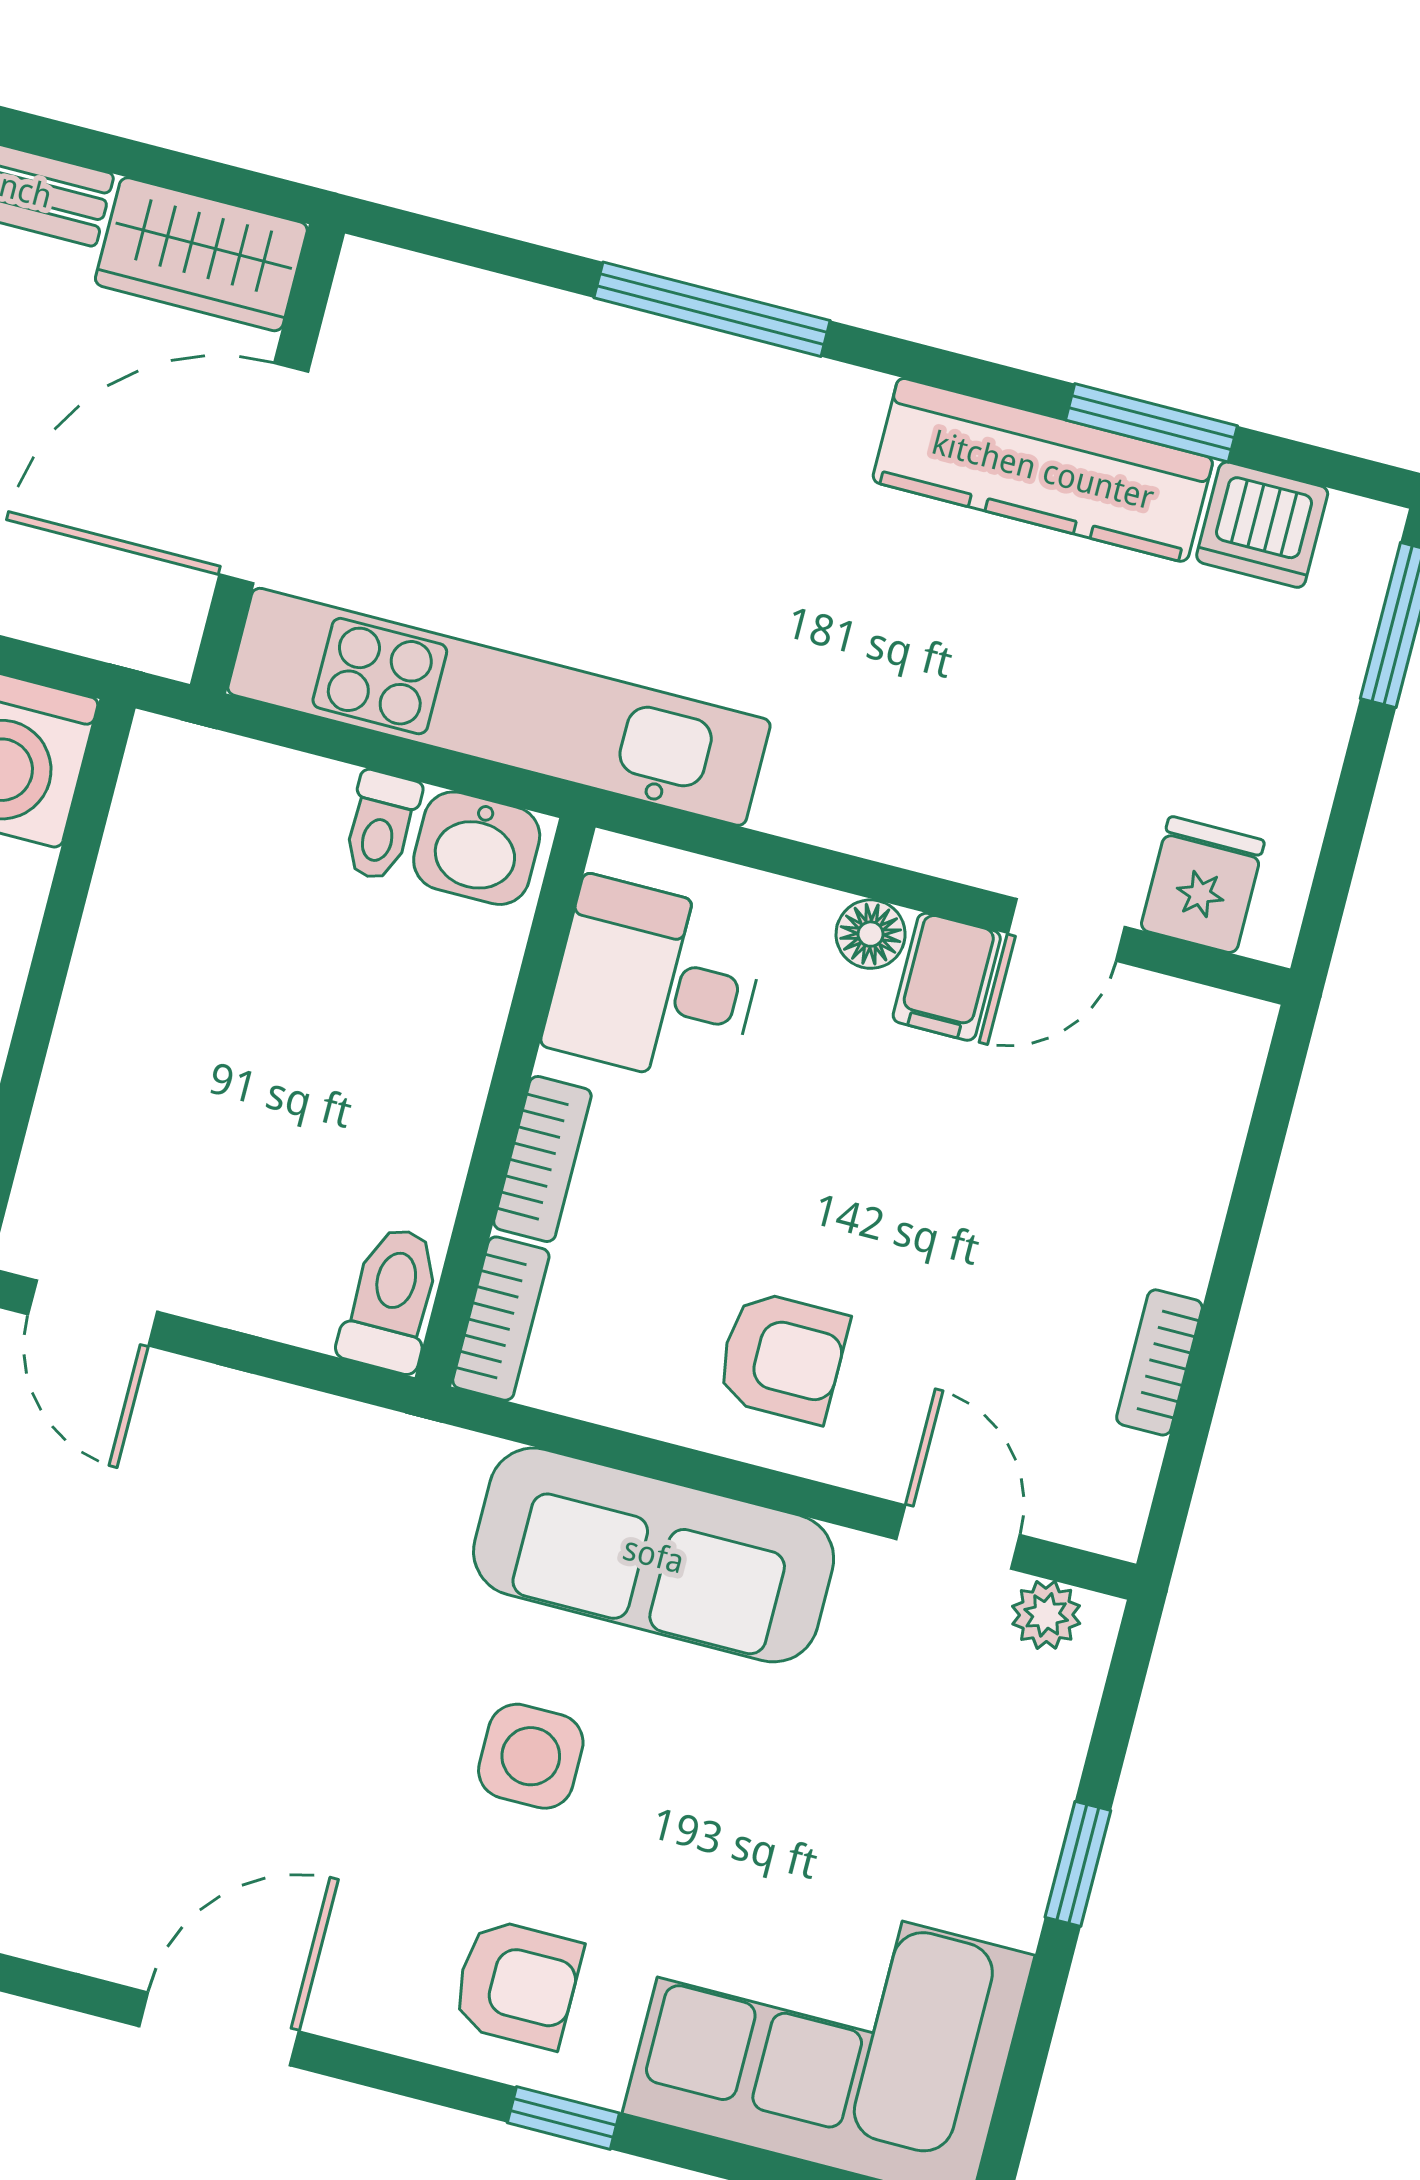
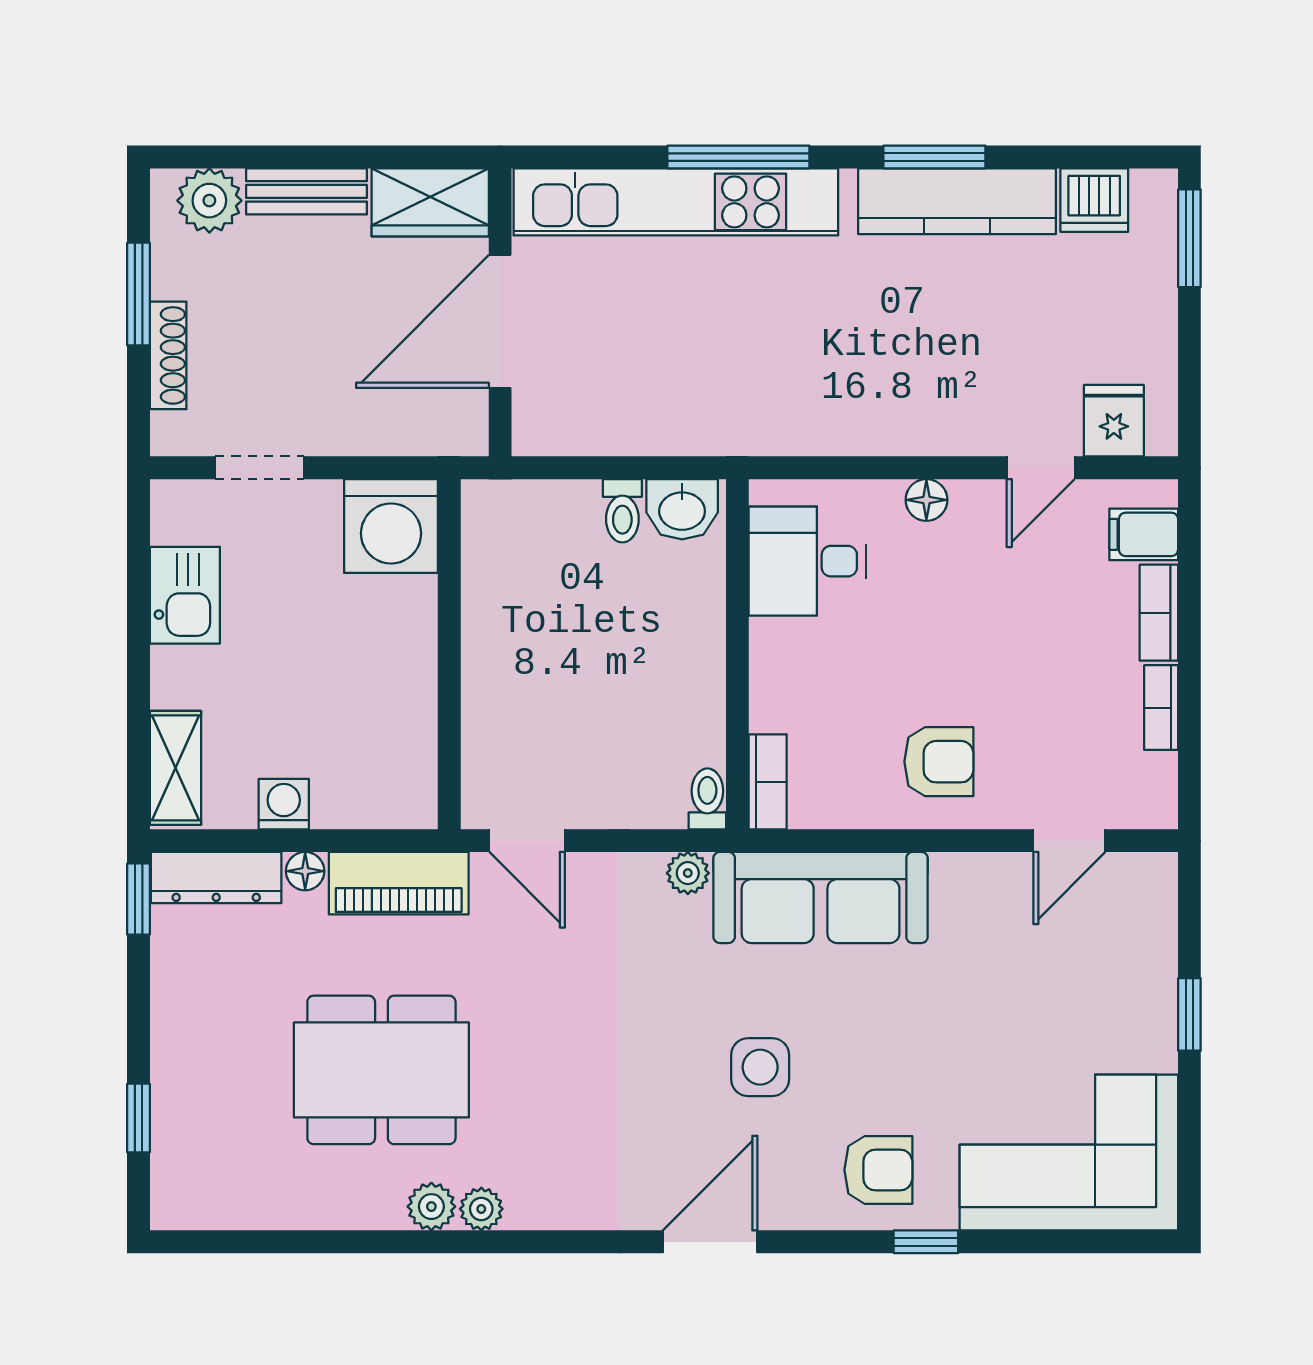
window: (1152, 423) -> (934, 157), moved
kitchen unit: (499, 707) -> (676, 202), moved, turned 180
filing cabinet: (947, 977) -> (1144, 534), moved, turned 90
bookcase: (542, 1159) -> (1159, 613), moved, turned 180
toilet: (391, 1299) -> (707, 799), width x0.73, depth x0.72
door: (958, 1537) -> (1069, 841), swing flipped
sofa: (654, 1555) -> (821, 897), moved
plant: (1046, 1615) -> (688, 873), moved
side table: (531, 1756) -> (760, 1067), moved

